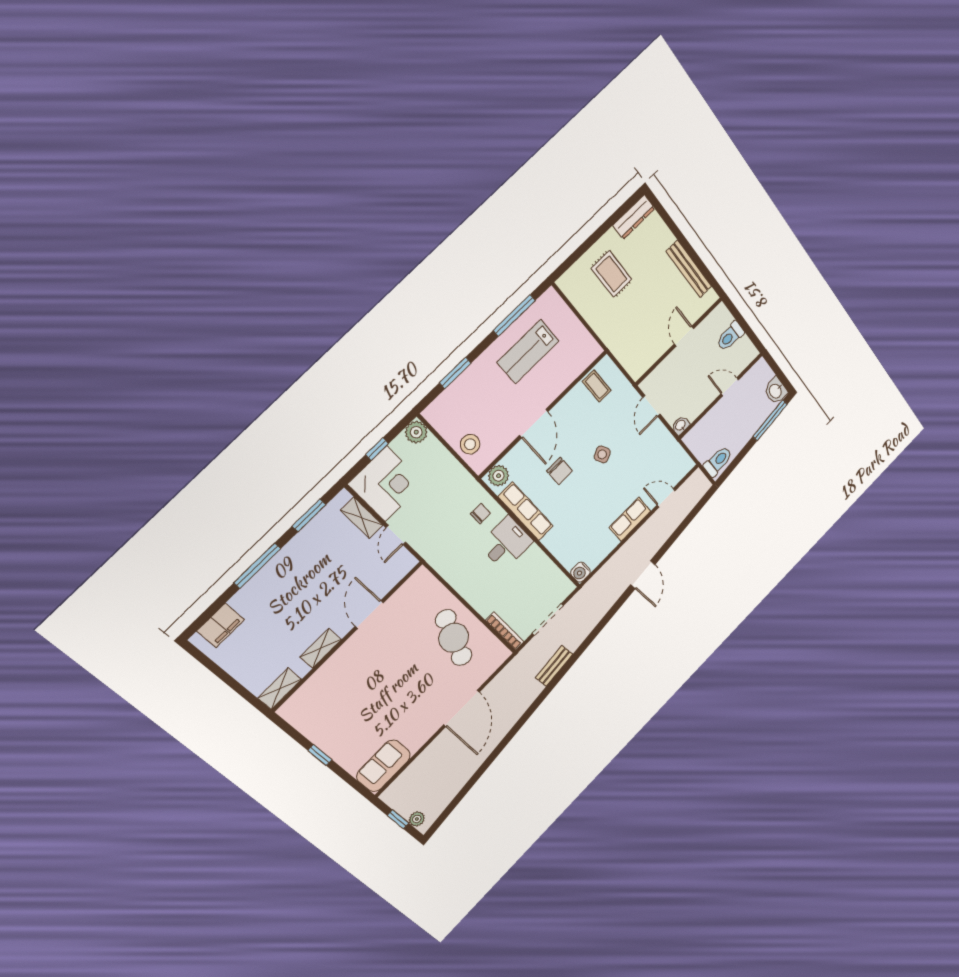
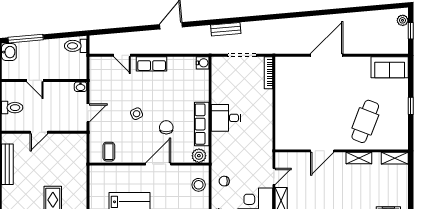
chair: (480, 514) -> (224, 181), moved
cafe table: (454, 638) -> (365, 121), moved
bench: (554, 666) -> (226, 29), moved

